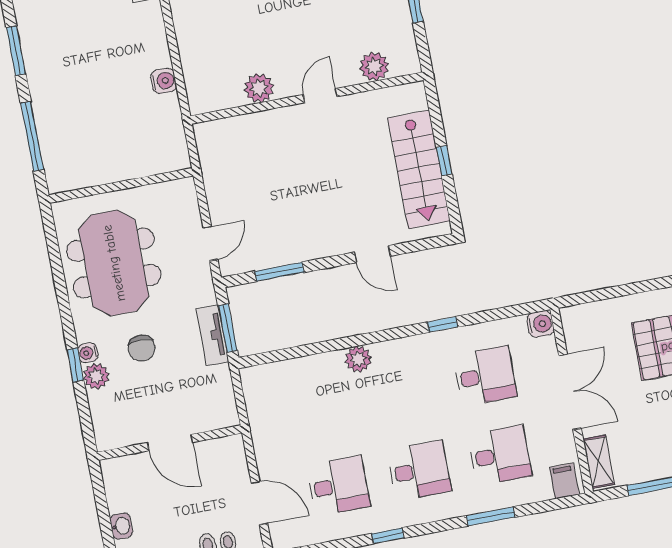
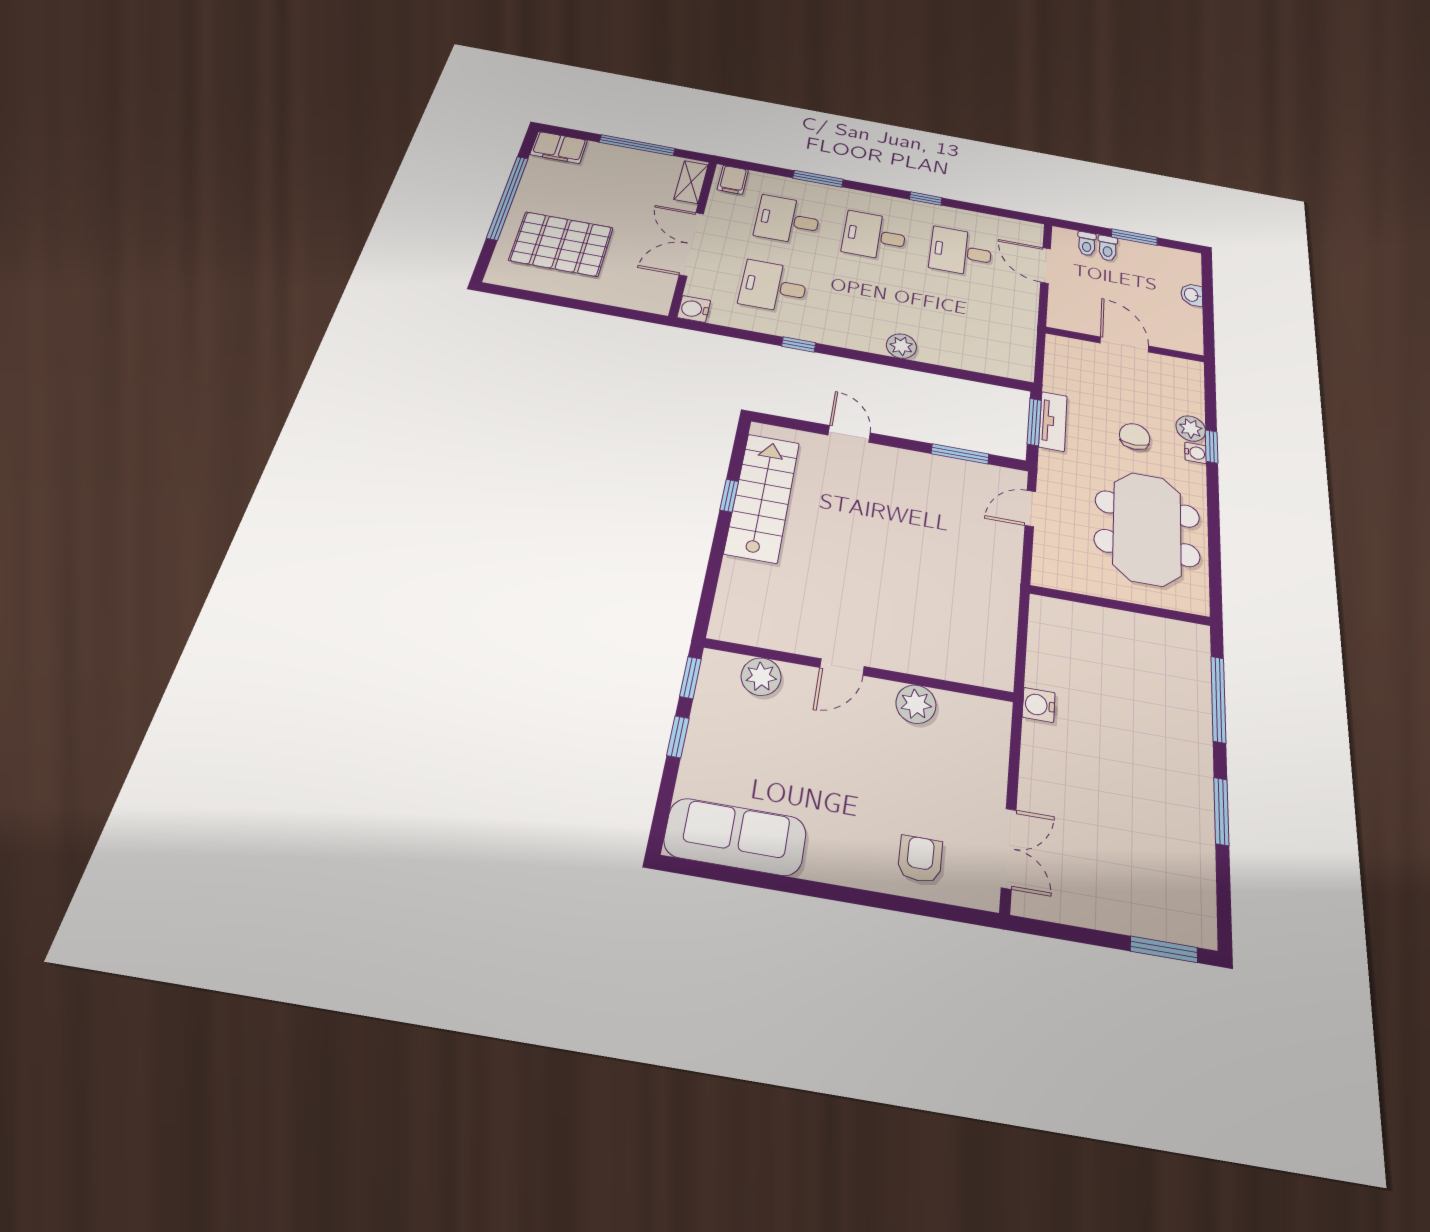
plant: (374, 66) -> (761, 677), moved
plant: (259, 88) -> (916, 704), moved
door: (320, 96) -> (842, 667), moved
wall: (307, 98) -> (859, 670), moved

